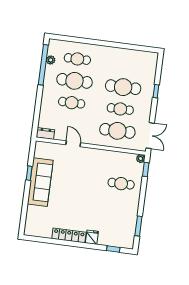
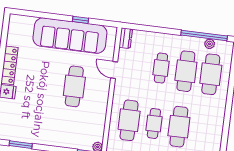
cafe table: (77, 59) -> (211, 74), width x1.37, depth x1.35
door: (73, 144) -> (114, 70), swing flipped
sofa: (40, 182) -> (70, 36), width x1.36, depth x1.27
cafe table: (121, 184) -> (74, 86), moved, width x1.37, depth x1.35

